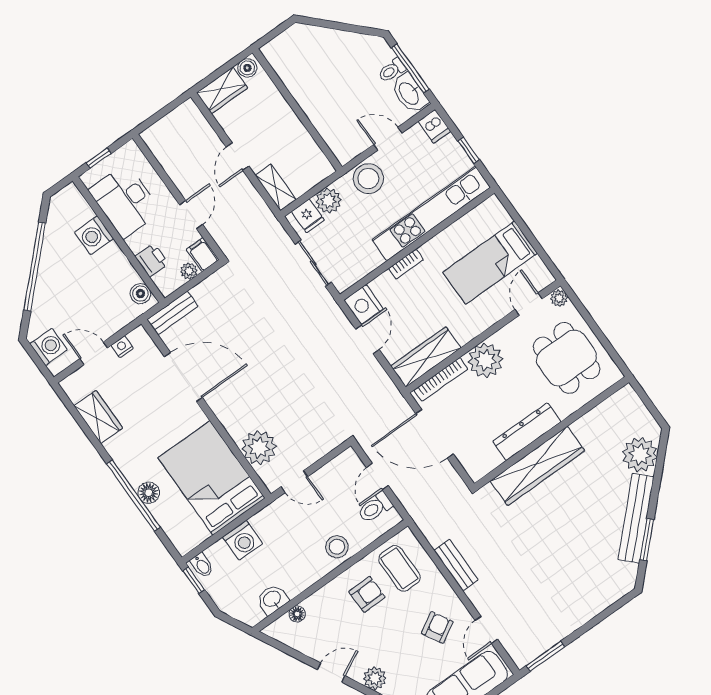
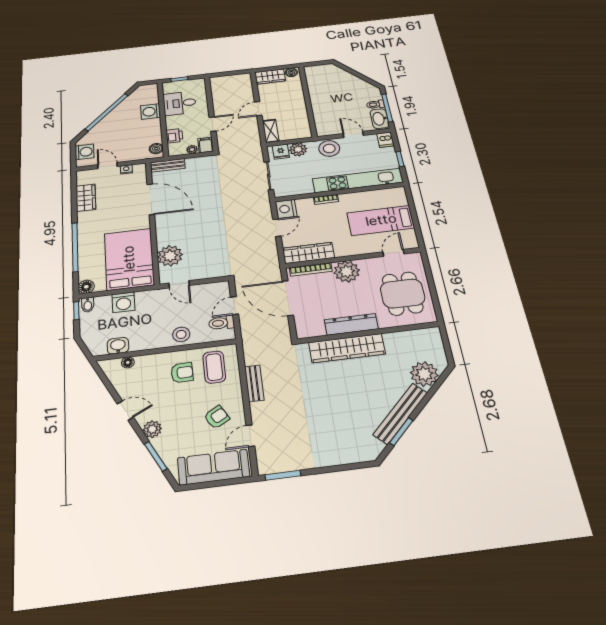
desk: (125, 201) -> (180, 103), width x0.73
plant: (559, 298) -> (416, 258), removed
floor lamp: (149, 493) -> (86, 287), moved

